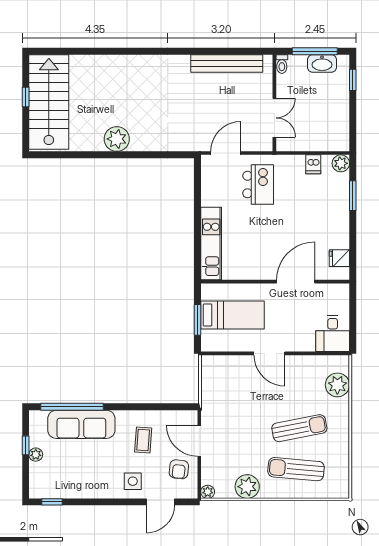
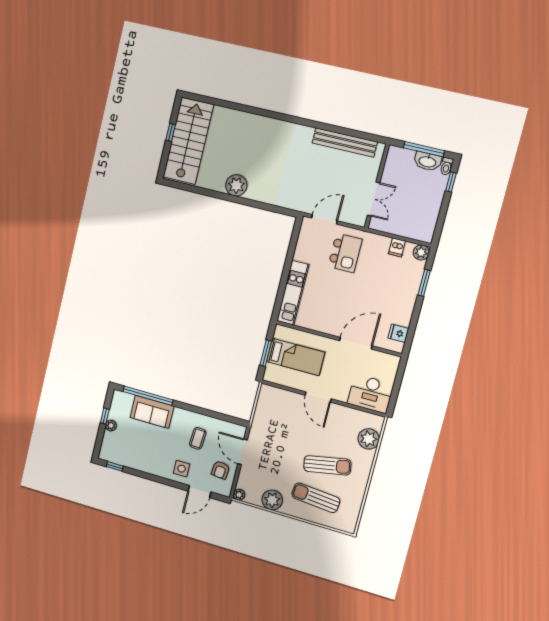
toilet: (282, 64) -> (447, 166), moved
desk: (333, 334) -> (370, 394), width x1.37
sofa: (81, 424) -> (152, 412), width x0.73

